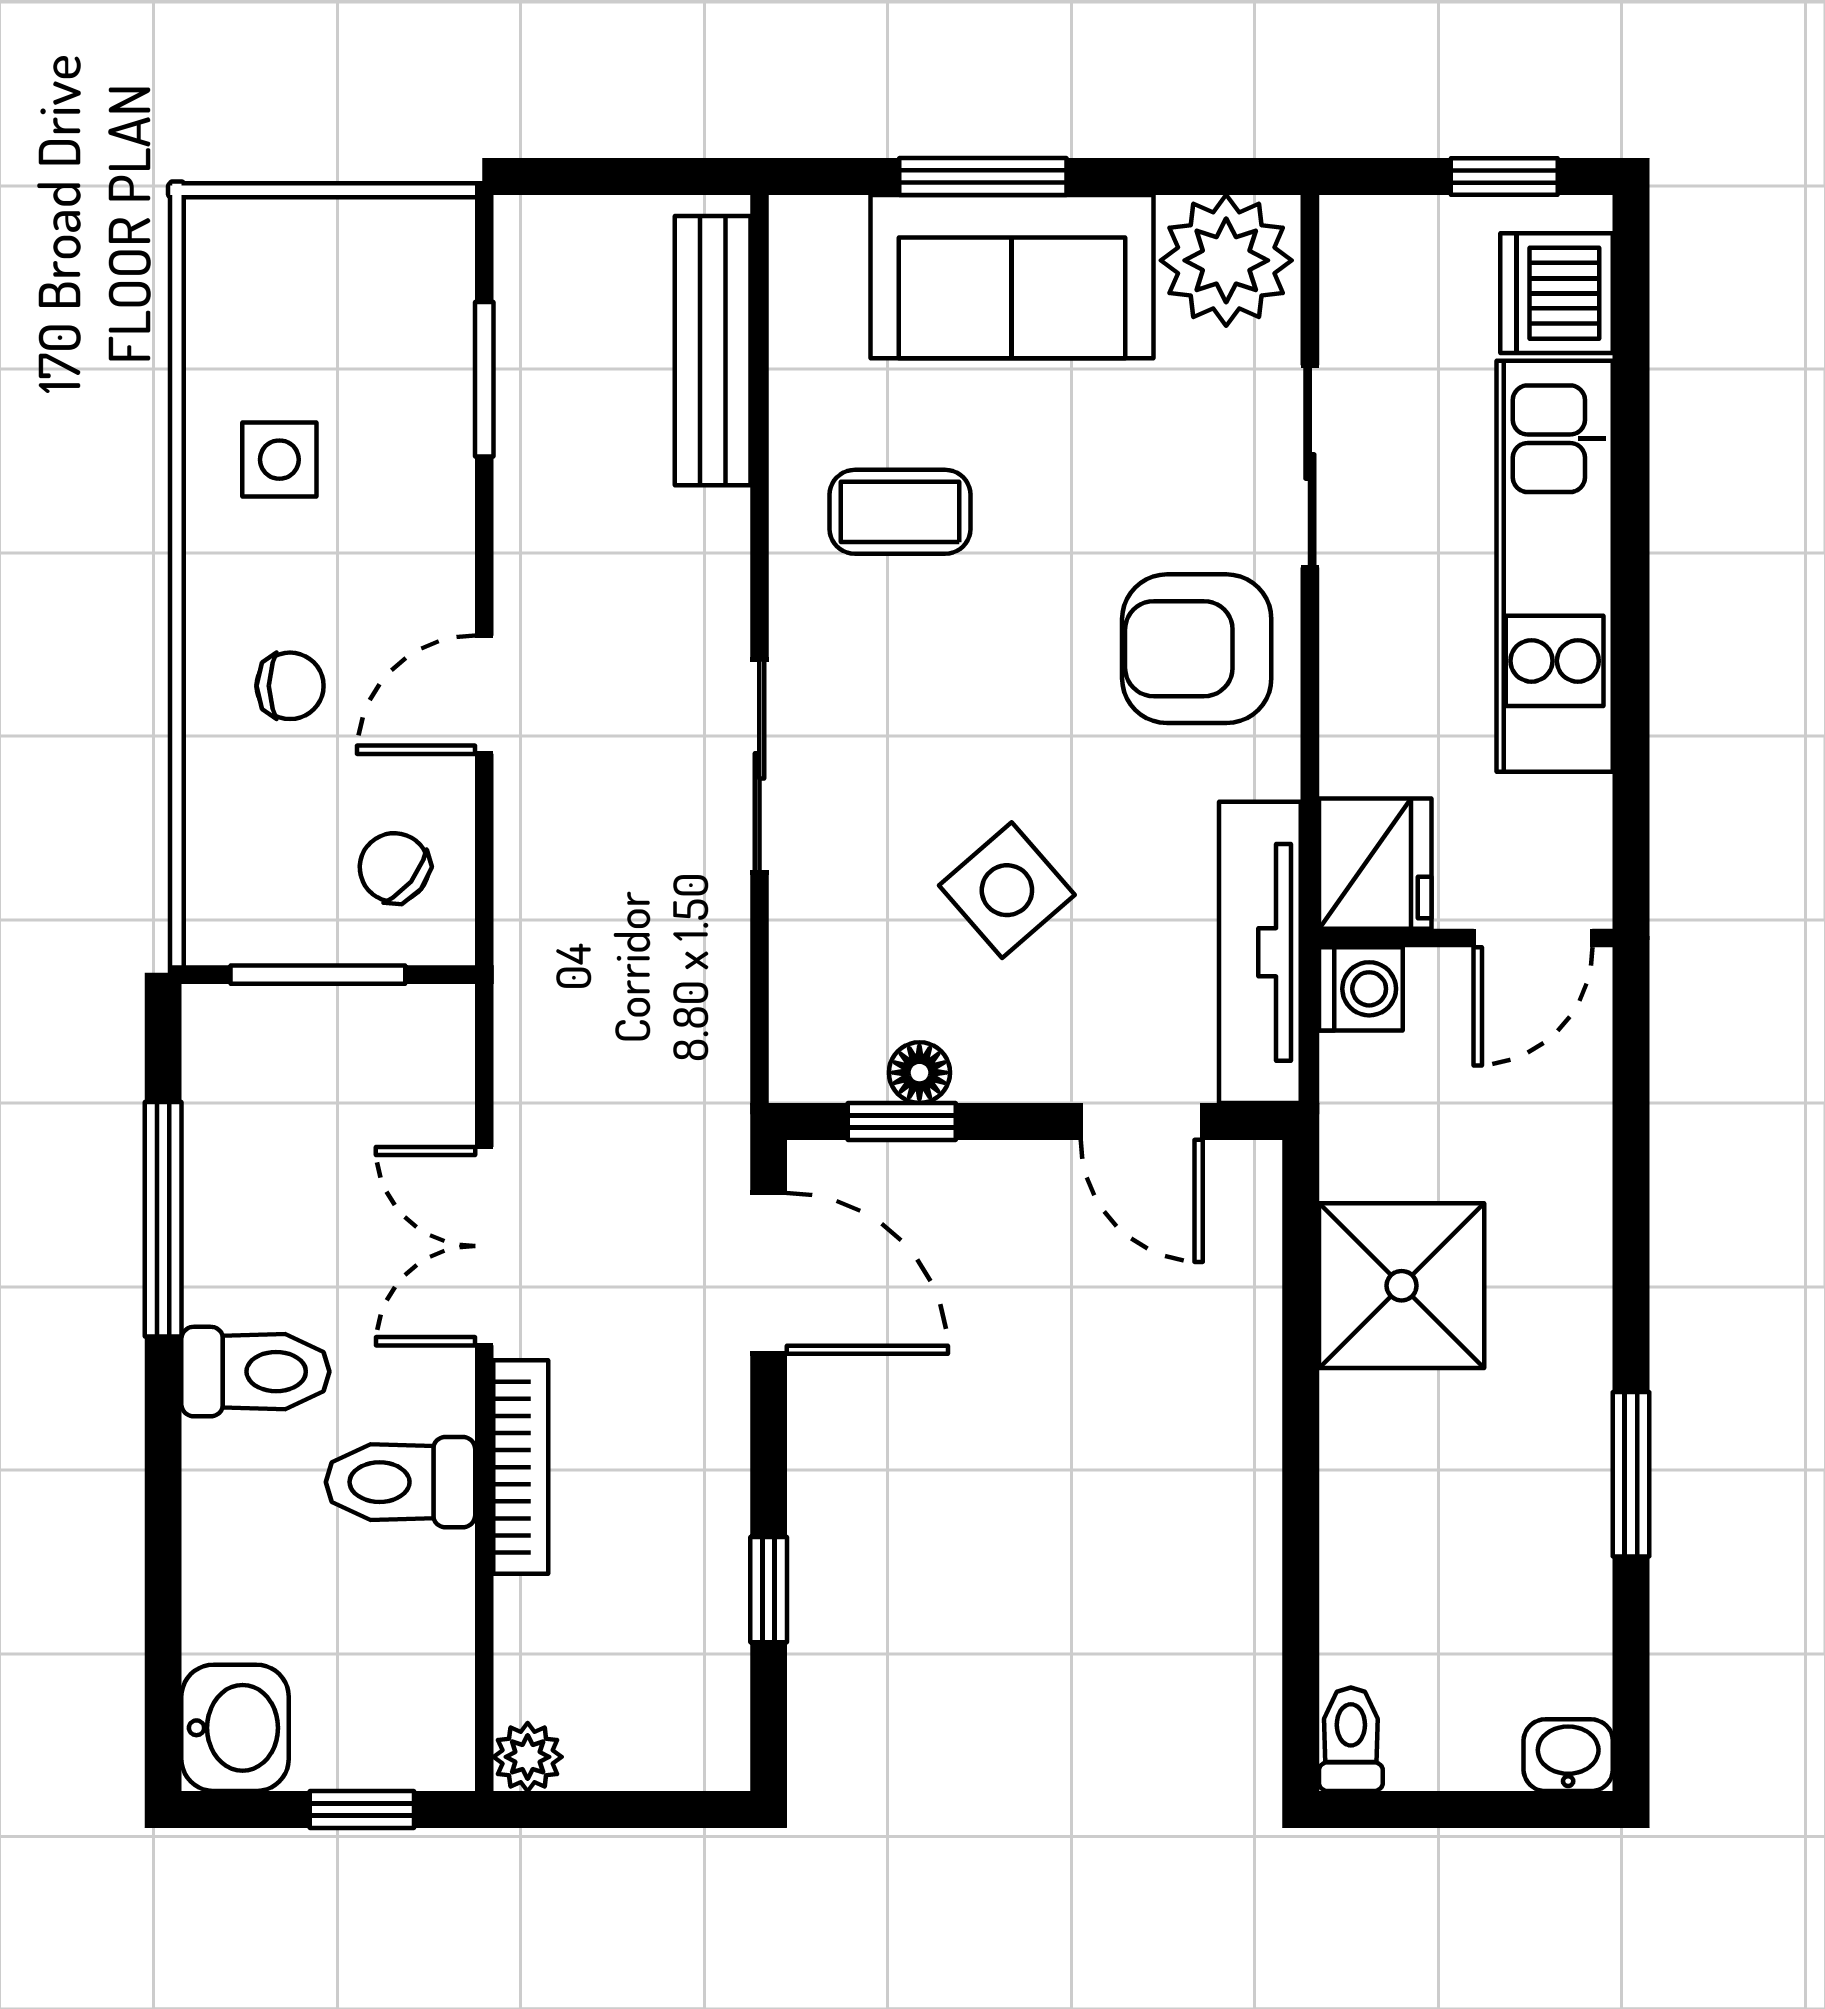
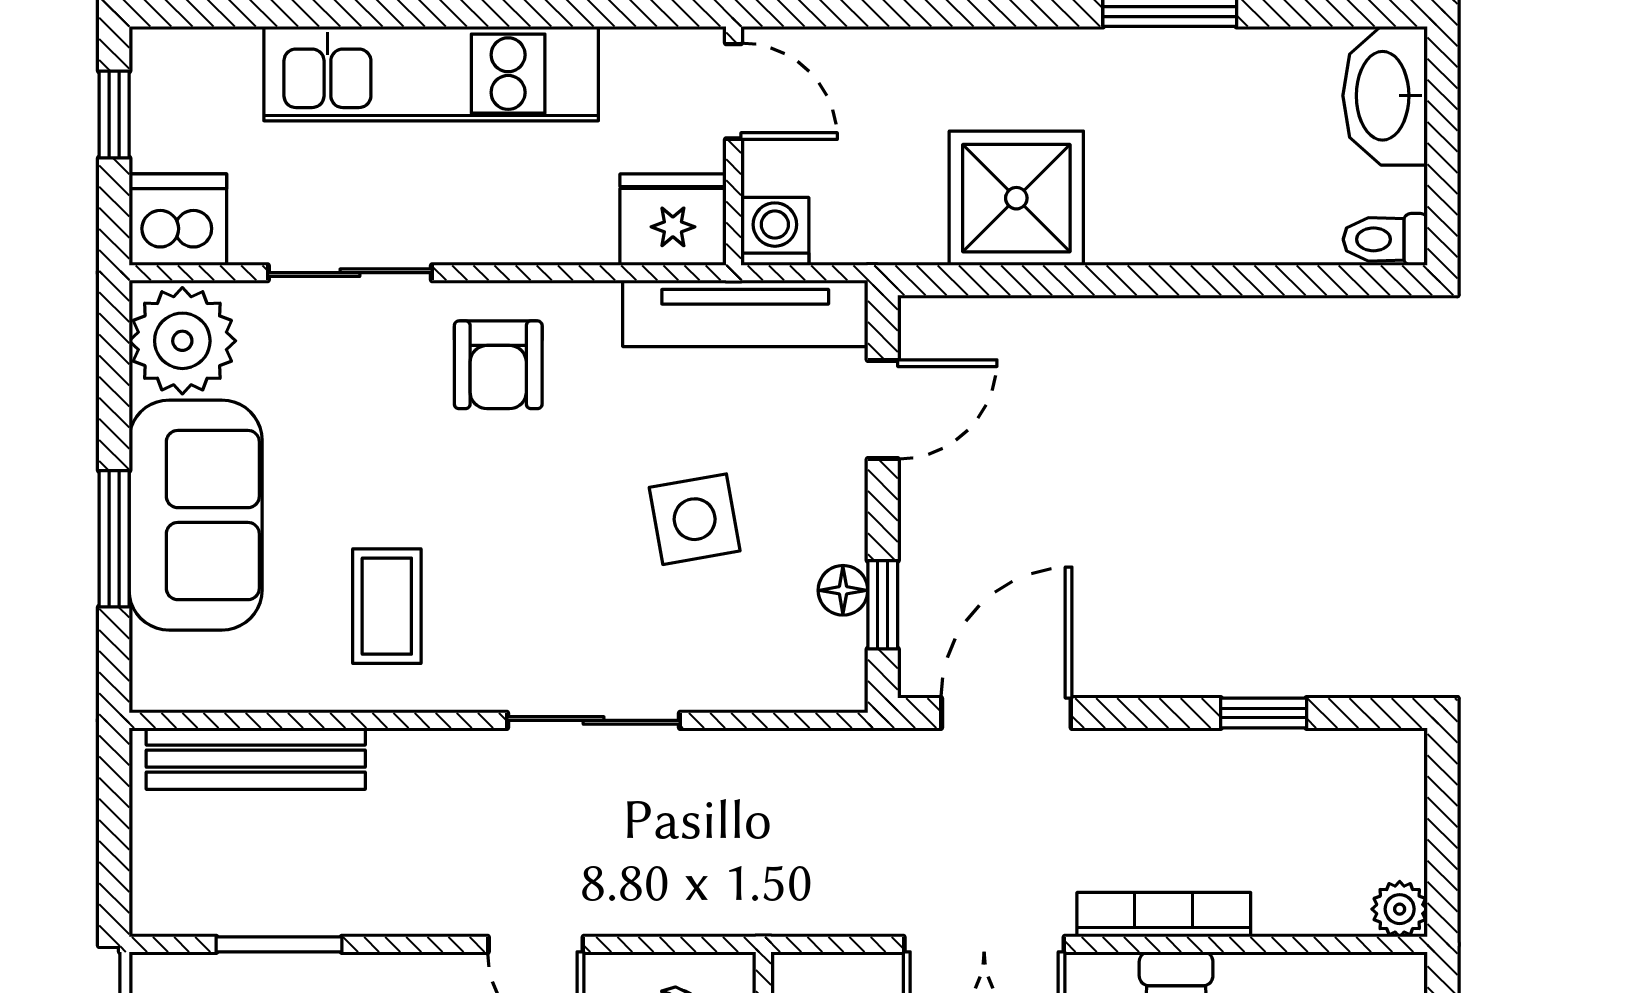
dishwasher: (1557, 293) -> (178, 220), moved, turned 180
armchair: (1197, 649) -> (498, 365), width x0.72, depth x0.72
side table: (1007, 890) -> (695, 519), turned 31
washbasin: (1568, 1755) -> (1385, 96), width x1.91, depth x1.45

